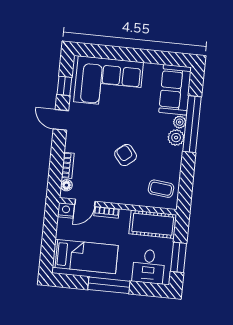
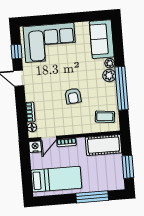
window: (192, 124) -> (122, 88), moved
armchair: (126, 155) -> (73, 96), turned -146
desk: (149, 266) -> (106, 178), removed
window: (109, 285) -> (92, 197), moved

